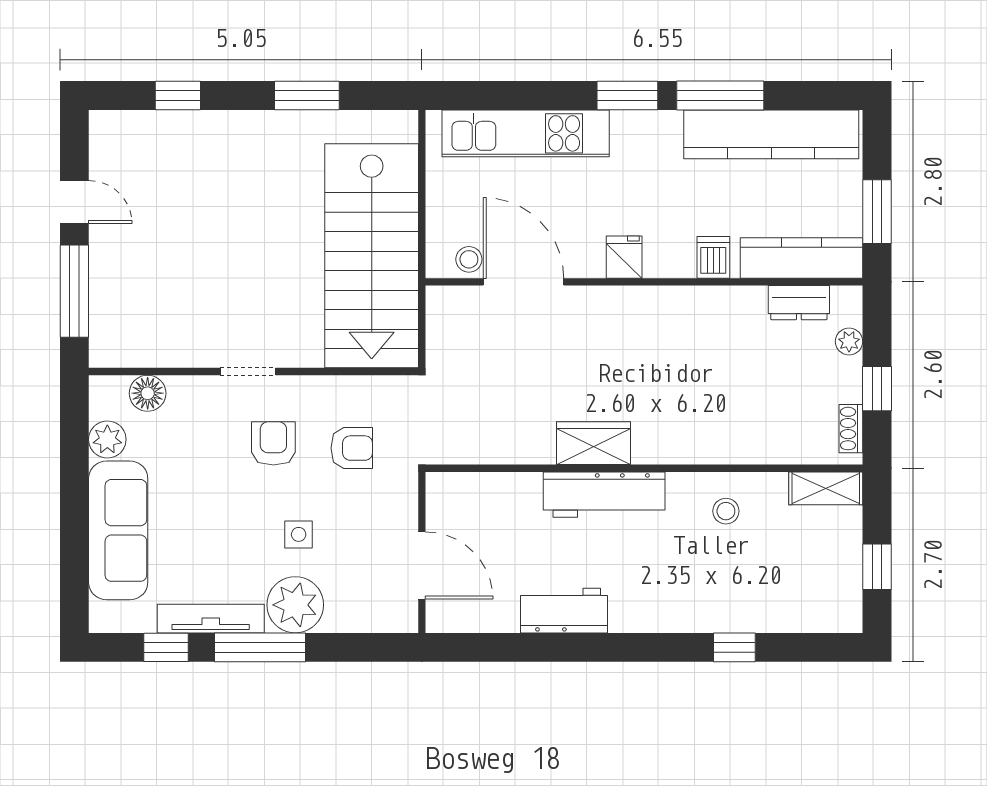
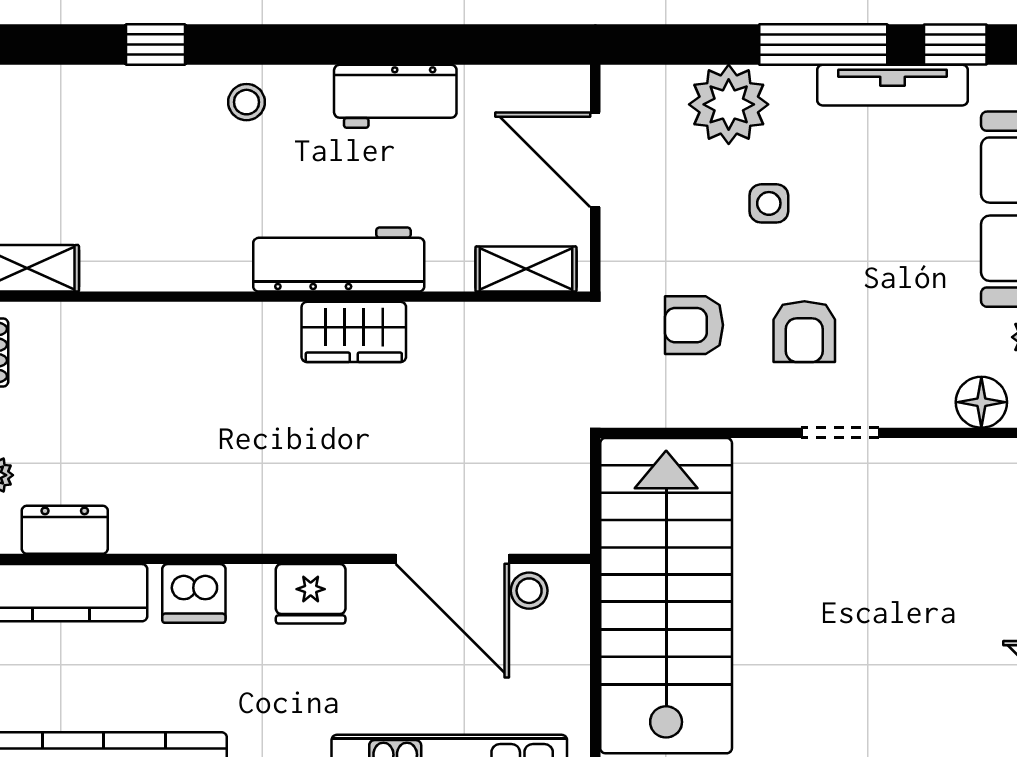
fridge: (624, 257) -> (311, 594), width x1.38
dishwasher: (713, 257) -> (194, 593), width x1.38
shelving: (471, 488) -> (526, 269), added
stool: (726, 511) -> (247, 102), moved
plant: (295, 605) -> (729, 104), moved

